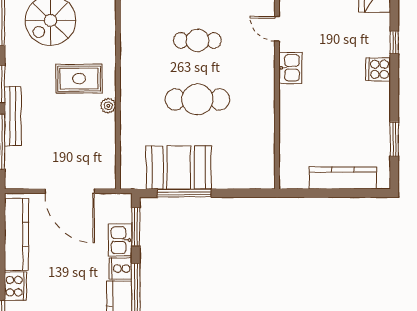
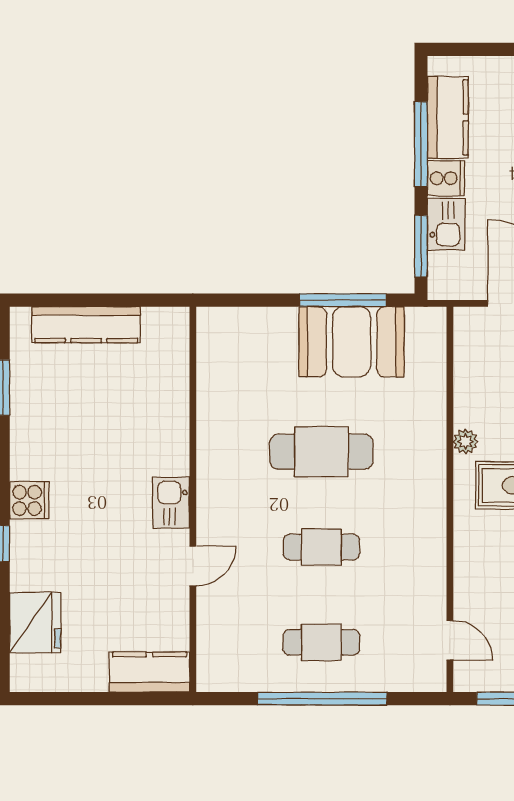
door: (277, 29) -> (193, 566), hinge flipped

